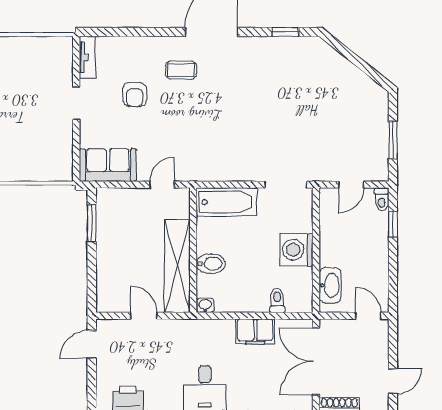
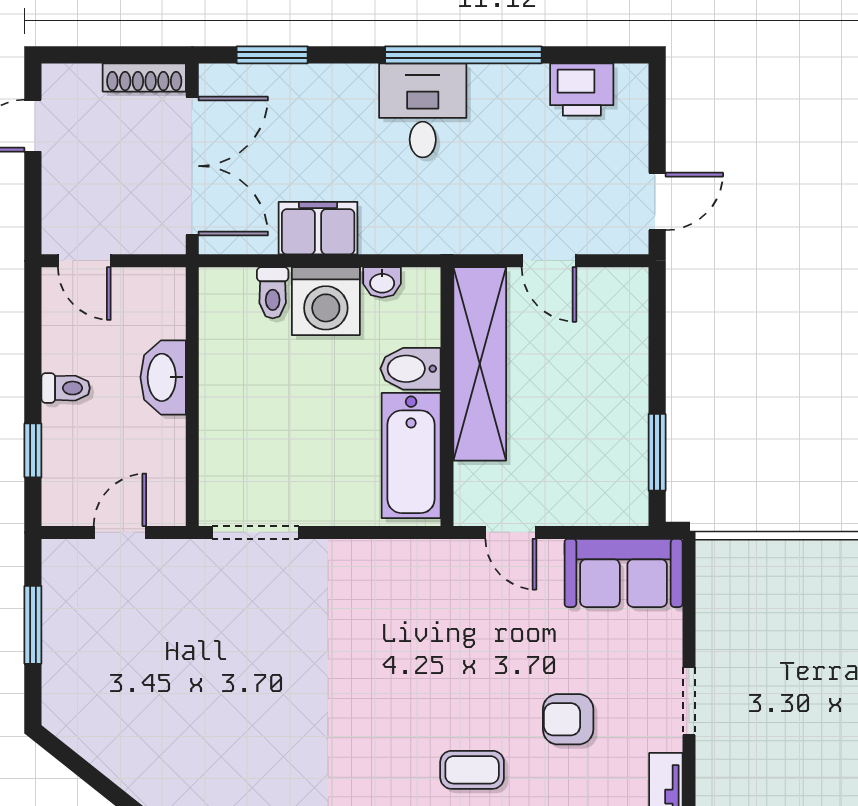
armchair: (135, 95) -> (568, 719), turned -90
door: (162, 185) -> (511, 532), hinge flipped
toilet: (382, 199) -> (66, 388), moved, turned 90
bathtub: (226, 202) -> (411, 456), moved, turned -90
washing machine: (297, 250) -> (326, 301), moved, turned 90
washbasin: (330, 285) -> (163, 377), moved
washbasin: (205, 305) -> (382, 282), moved

